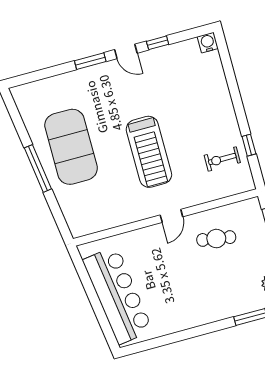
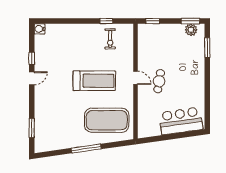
window: (90, 61) -> (32, 128), moved
exercise mat: (71, 147) -> (107, 120), moved
cafe table: (216, 239) -> (159, 81), moved
bar counter: (118, 295) -> (181, 121), width x0.73

